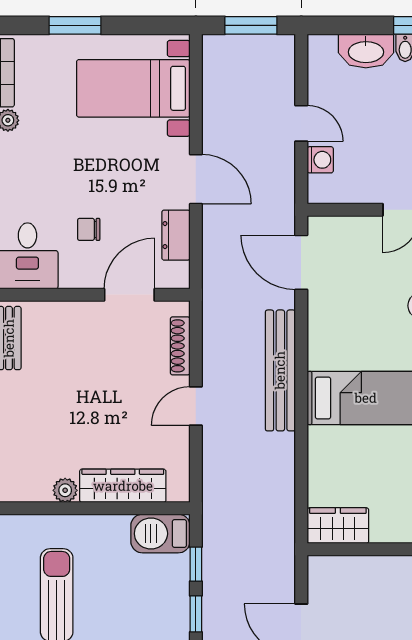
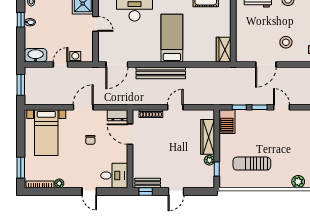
window: (75, 25) -> (21, 168), moved
washbasin: (366, 51) -> (36, 55), moved, turned -90
chair: (89, 229) -> (90, 140), moved
dresser: (176, 235) -> (117, 115), moved
door: (196, 406) -> (175, 107), swing flipped
window: (43, 508) -> (217, 169), added

